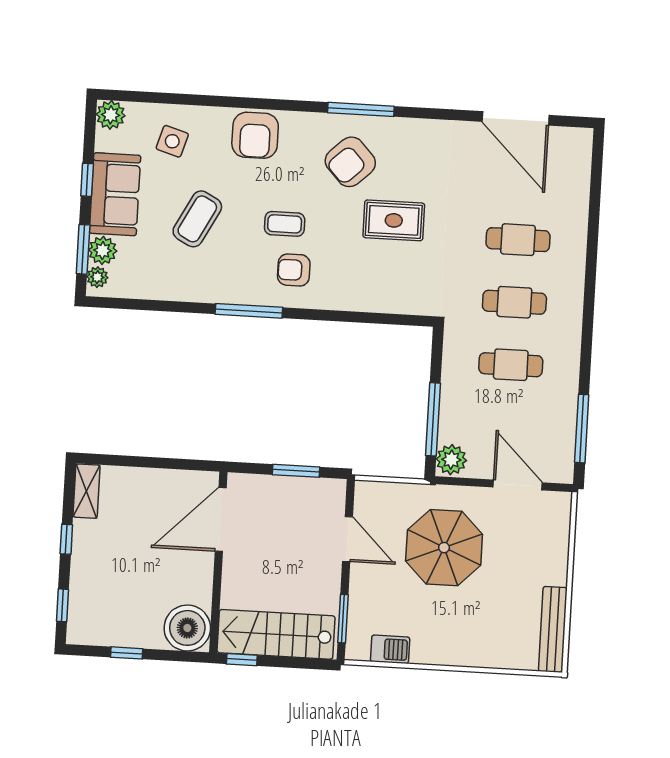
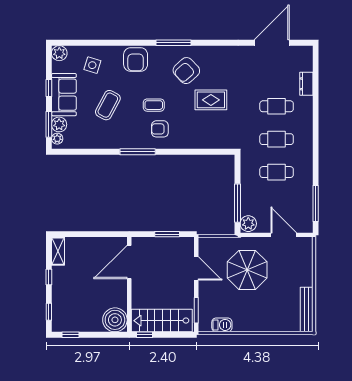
window: (361, 109) -> (174, 43), moved
door: (516, 118) -> (272, 43), swing flipped
dresser: (577, 200) -> (306, 84), added
window: (127, 653) -> (70, 335), moved

